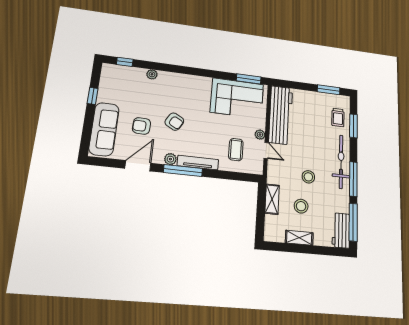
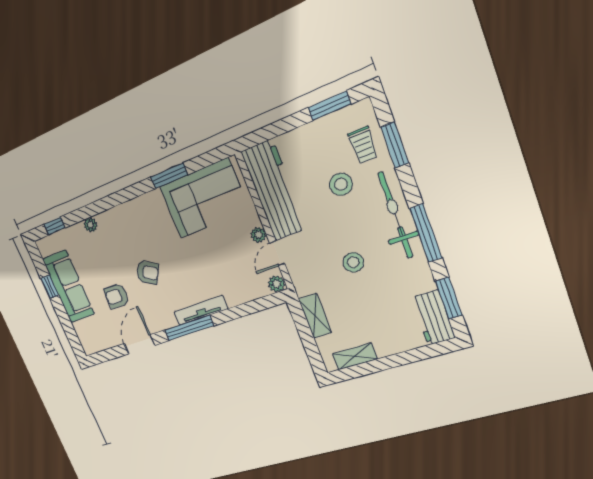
window: (249, 79) -> (169, 176), moved
sofa: (104, 129) -> (68, 287), moved
coffee table: (236, 150) -> (237, 272), removed
door: (266, 151) -> (277, 253), swing flipped
plant: (170, 159) -> (277, 284), moved
stool: (301, 206) -> (341, 184), moved
window: (353, 222) -> (449, 298), width x0.69
shelving: (299, 238) -> (355, 356), moved

